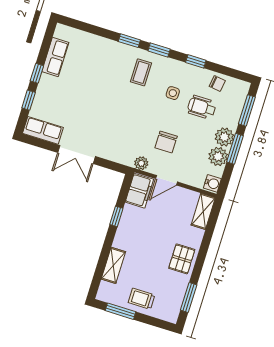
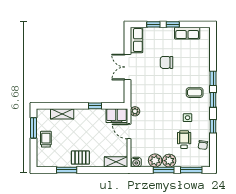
chair: (166, 142) -> (167, 62), moved
window: (189, 298) -> (67, 170), moved

